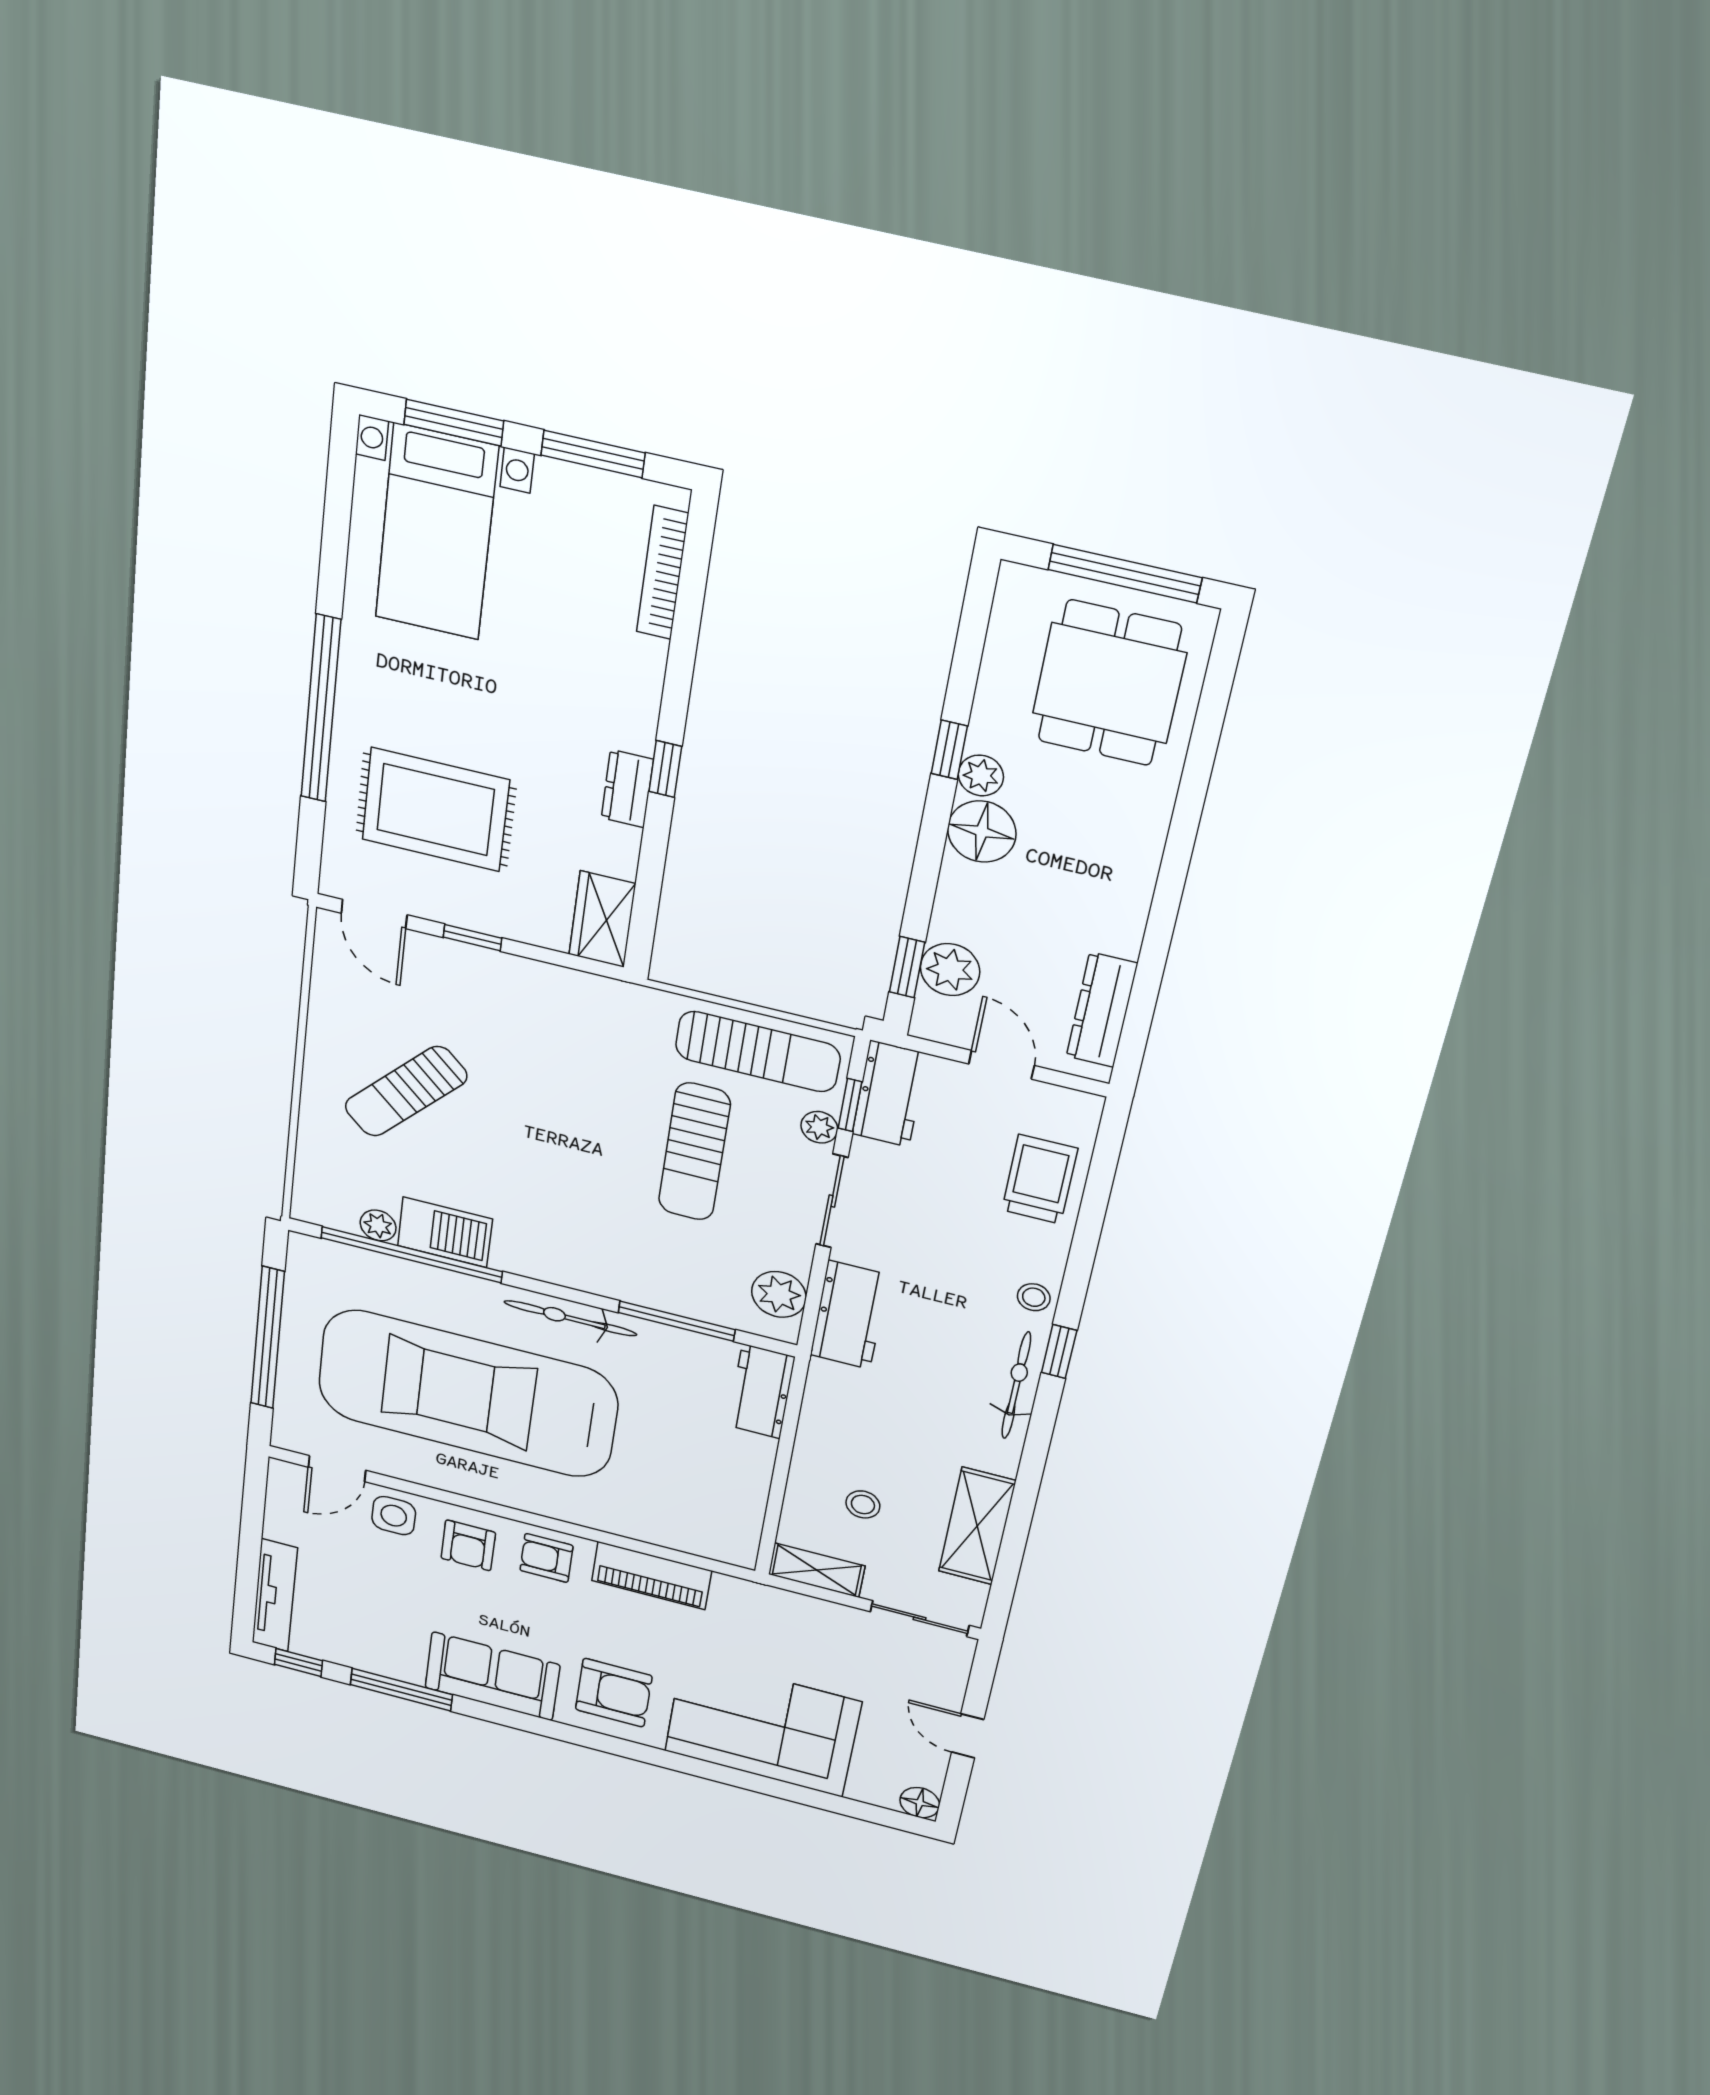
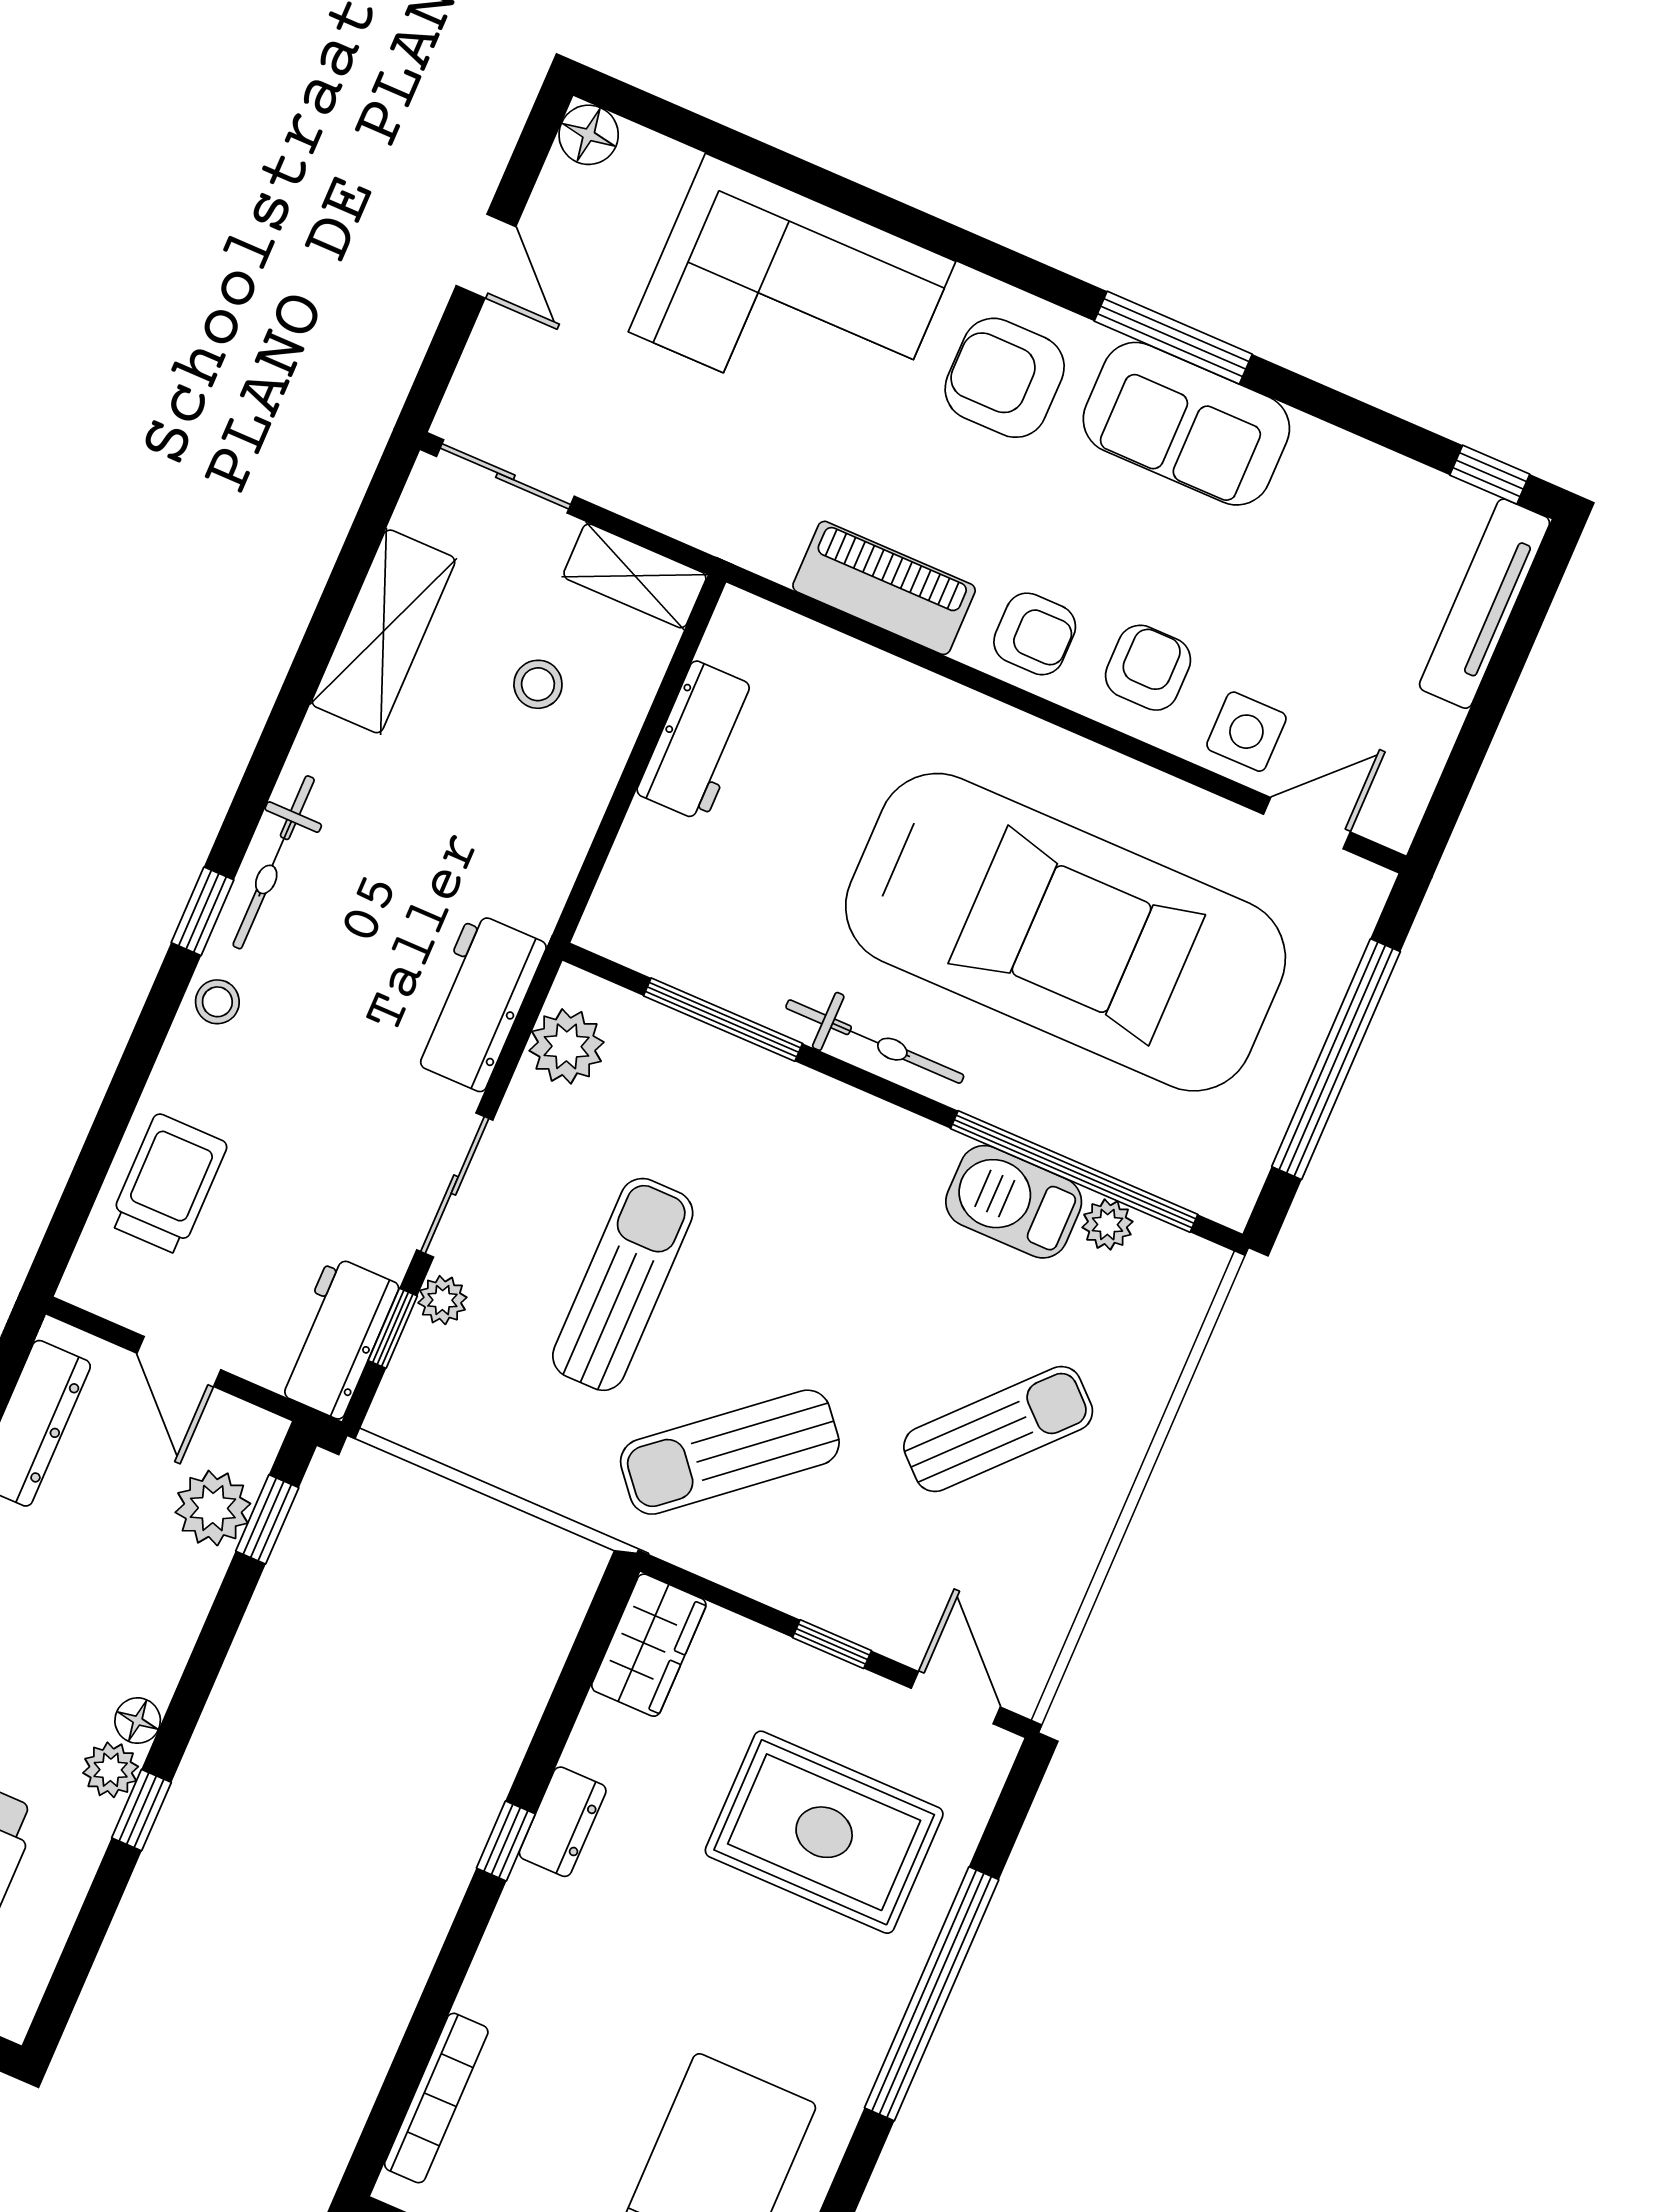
floor lamp: (982, 832) -> (138, 1721), width x0.53, depth x0.53
sun lounger: (758, 1052) -> (730, 1452), moved, turned -40
trolley: (1040, 1179) -> (168, 1184), turned 180
workbench: (761, 1391) -> (699, 741), moved
window: (401, 1690) -> (1173, 338), moved

